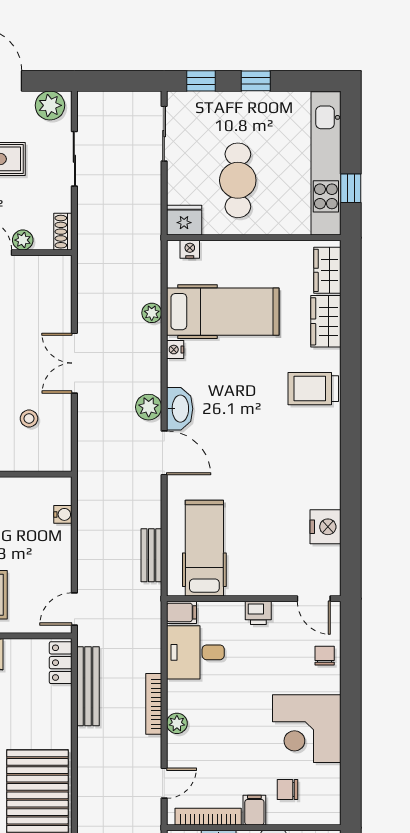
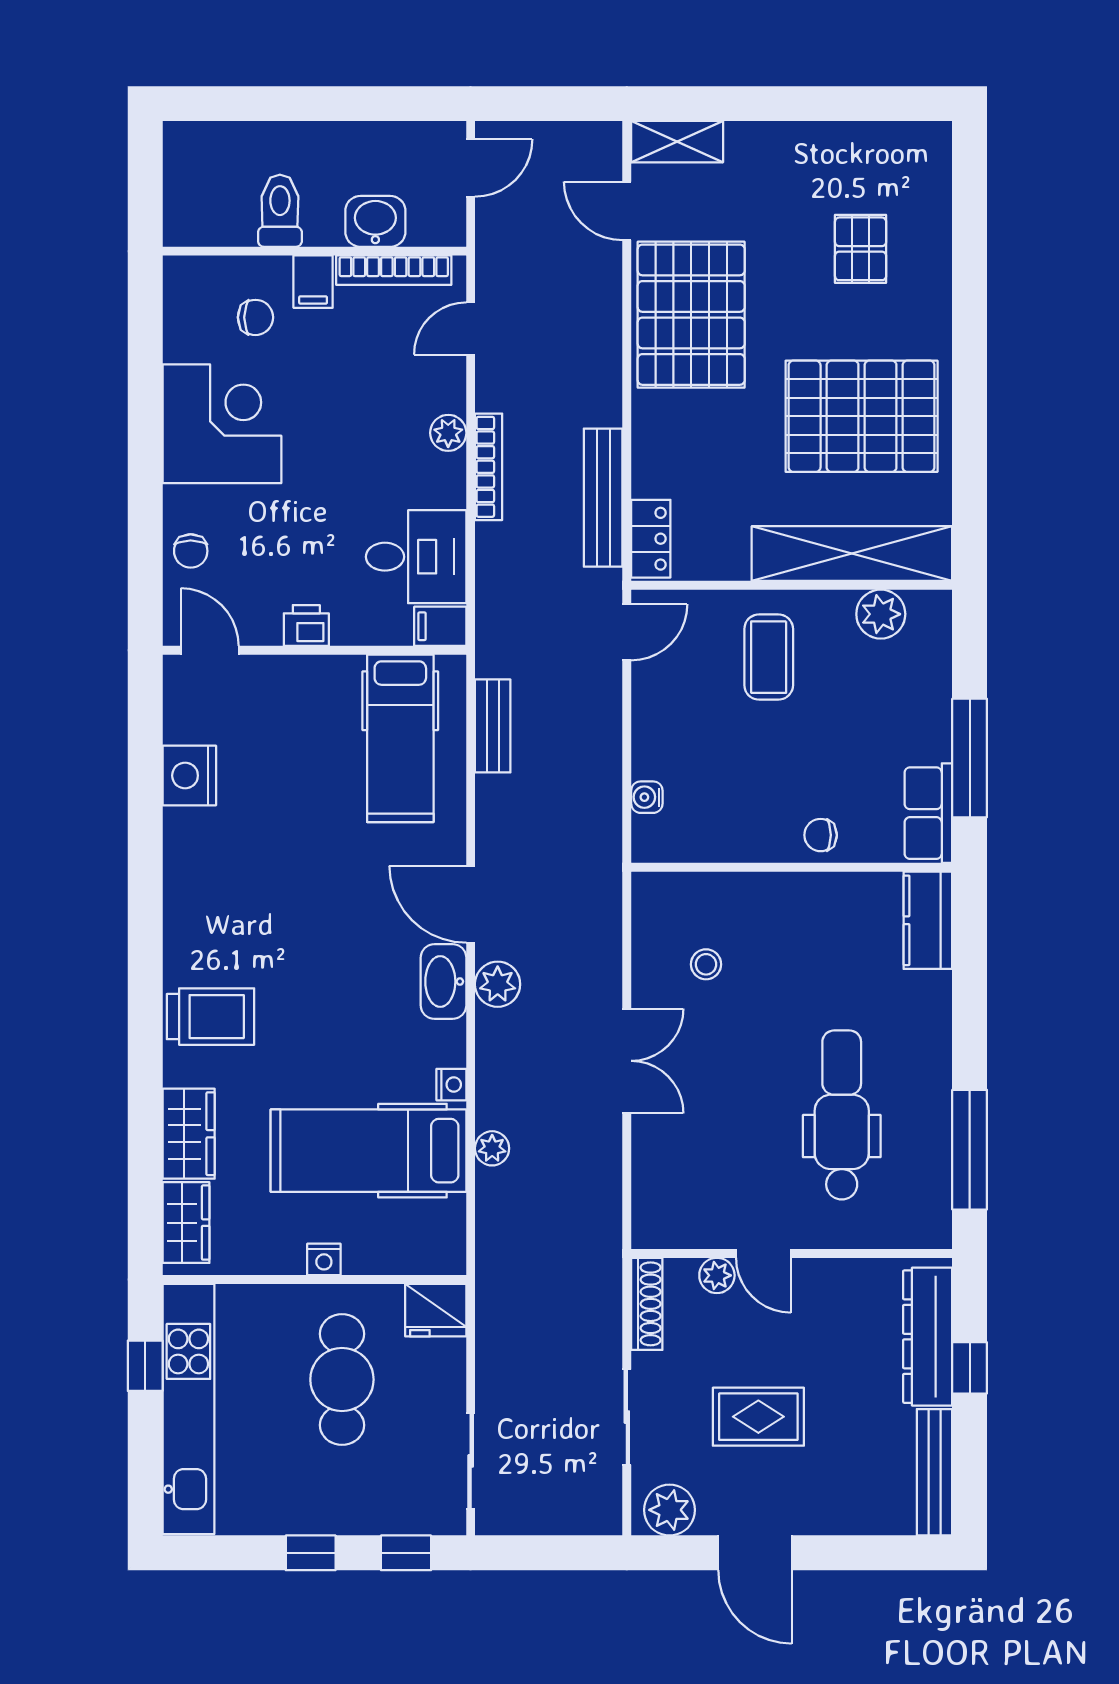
shoe rack: (63, 232) -> (647, 1304), width x1.43
nightstand: (190, 249) -> (324, 1259), moved

